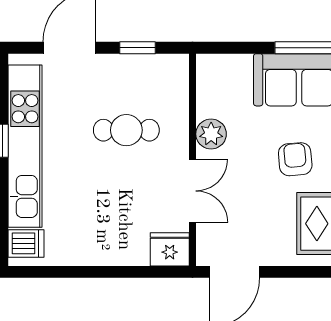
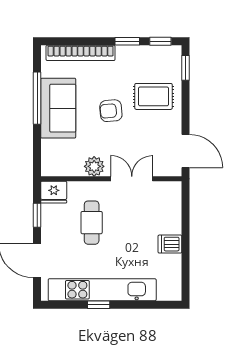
dishwasher: (26, 243) -> (170, 244), moved, turned -90
fridge: (170, 249) -> (54, 192), moved, turned -90

